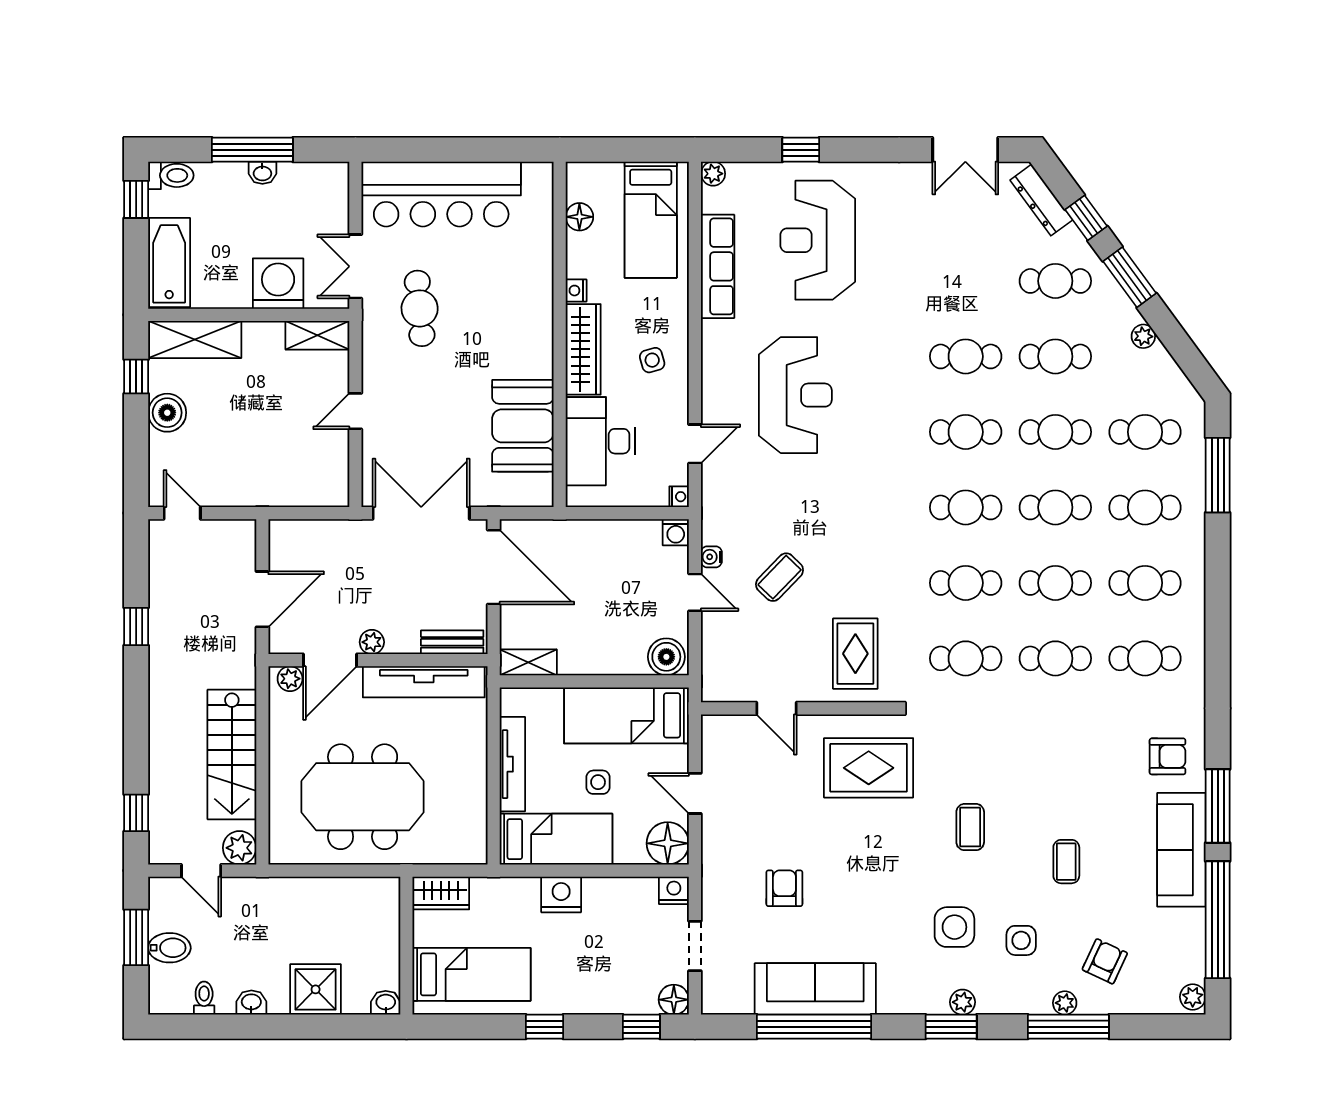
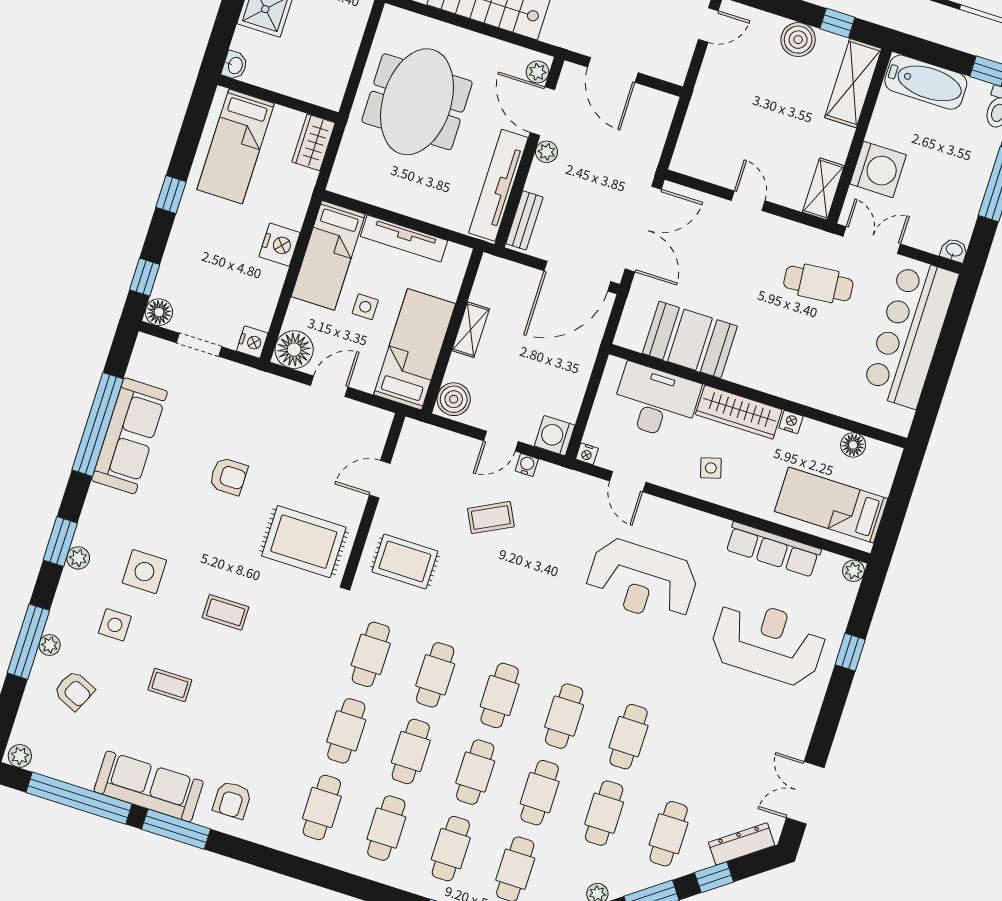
washbasin: (262, 173) -> (954, 250), moved, turned 90
washing machine: (676, 532) -> (555, 436), width x1.38, depth x1.38
coffee table: (780, 577) -> (491, 518), turned -71
shelving: (528, 662) -> (471, 330), moved
rug: (869, 768) -> (304, 542), turned 90
armchair: (784, 888) -> (228, 476), moved

